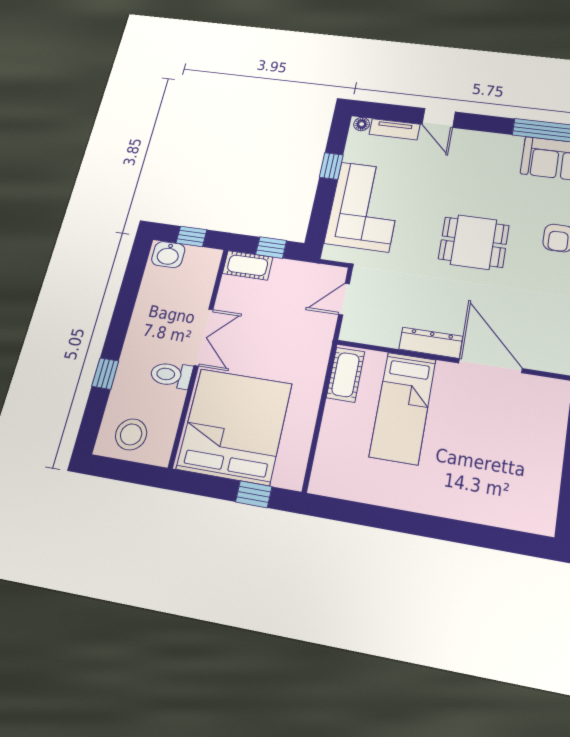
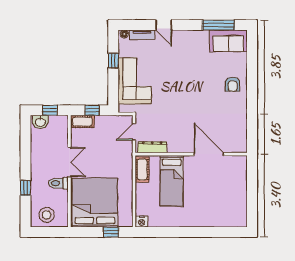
dining table: (474, 242) -> (192, 92), removed
dresser: (431, 343) -> (152, 147), moved
nightstand: (323, 483) -> (142, 222), added

